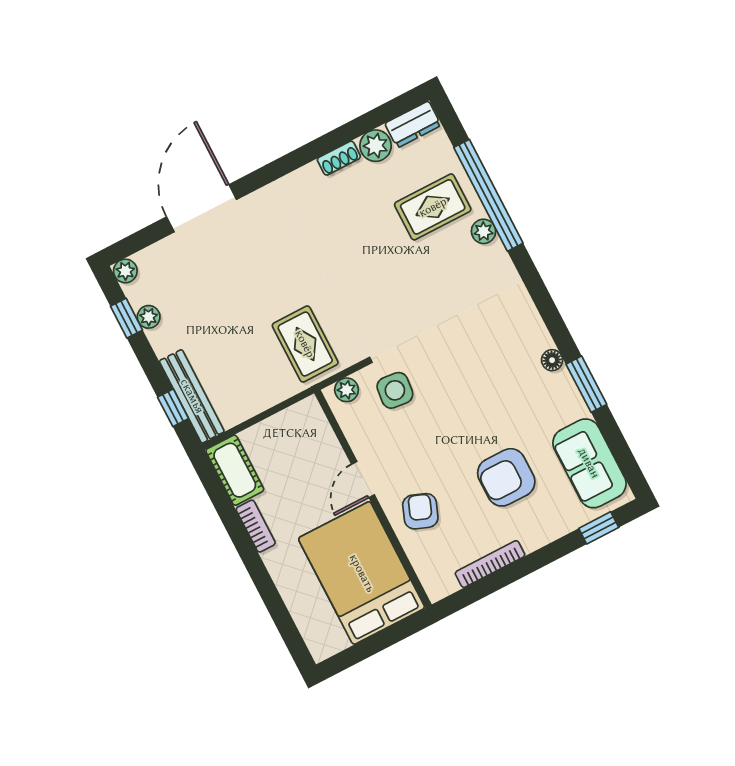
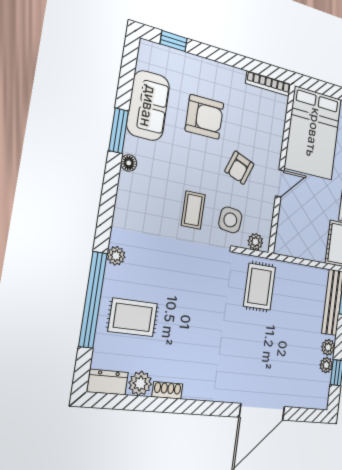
plant: (484, 231) -> (116, 256), moved
plant: (125, 271) -> (328, 347), moved
coffee table: (446, 367) -> (193, 210), added
sofa: (589, 463) -> (148, 106), moved
armchair: (420, 511) -> (239, 168), moved
bookcase: (490, 564) -> (268, 84), moved

